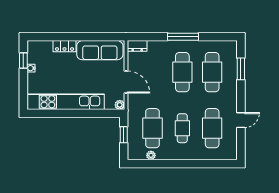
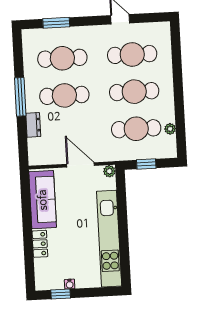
dresser: (137, 46) -> (33, 125), moved
door: (126, 82) -> (80, 165), hinge flipped
cafe table: (182, 128) -> (134, 92), width x1.37, depth x1.35

